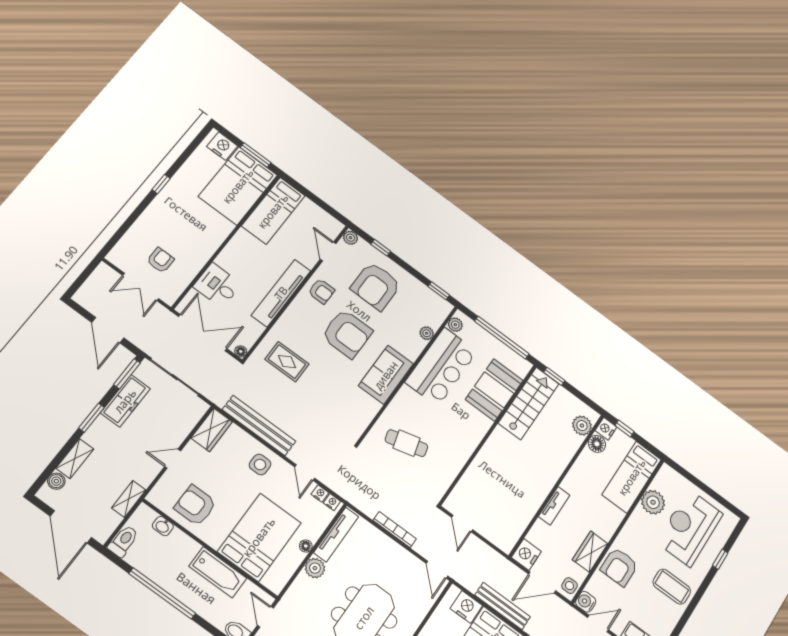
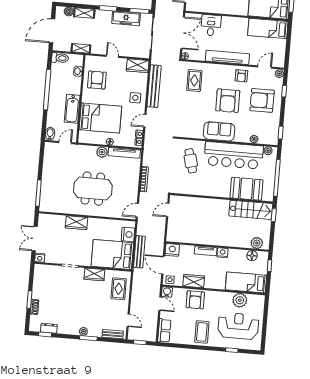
bar counter: (441, 367) -> (234, 155), width x1.36
nightstand: (606, 429) -> (222, 253), moved
armchair: (619, 567) -> (195, 300), turned -90

